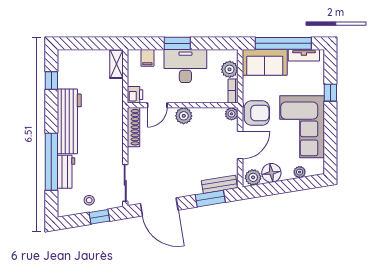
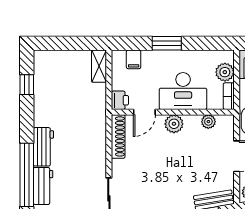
desk: (185, 66) -> (183, 91), moved, turned 180
plant: (232, 114) -> (208, 122), moved
workbench: (69, 121) -> (43, 147), width x0.53, depth x0.76

